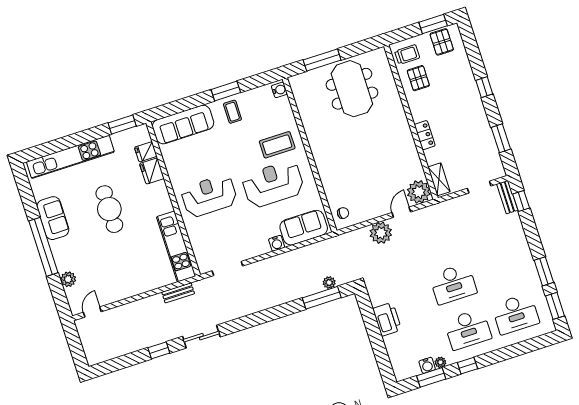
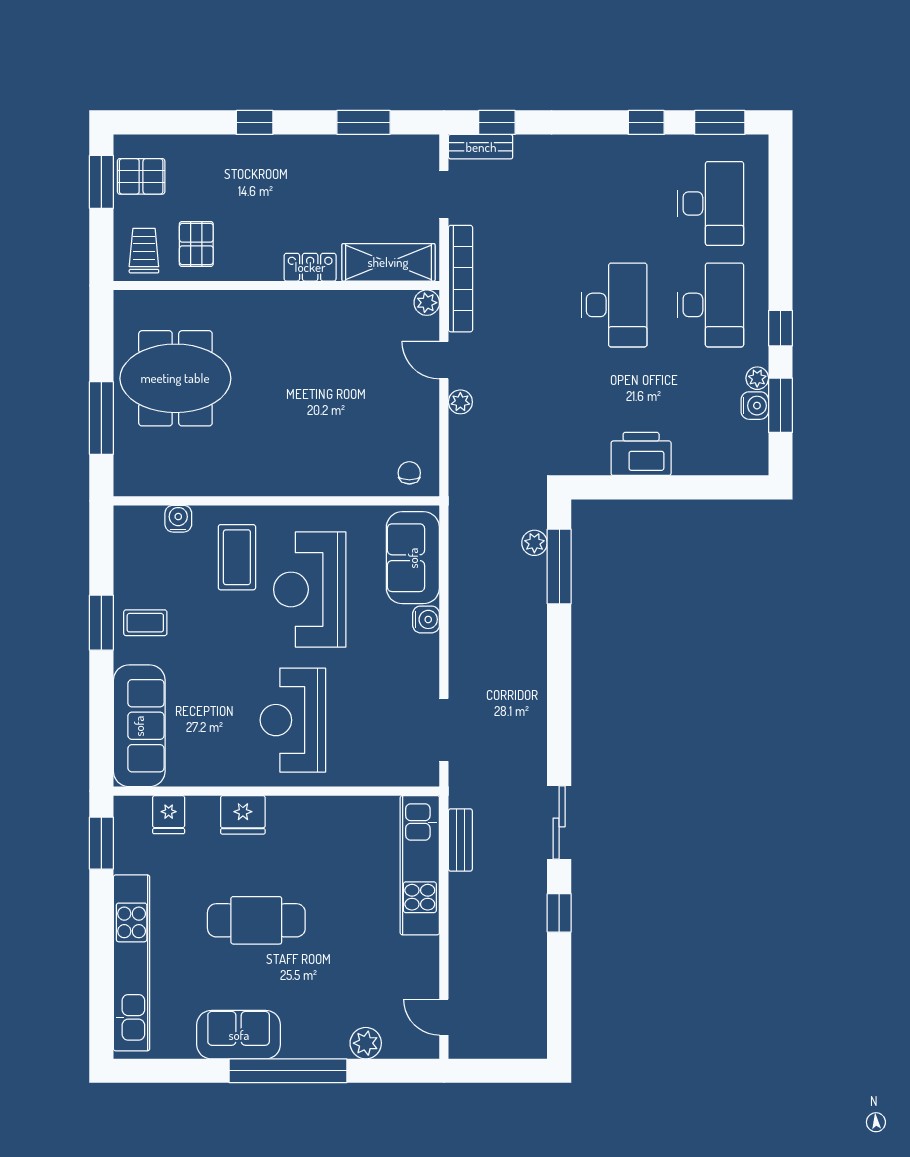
pallet: (418, 78) -> (196, 244), turned 90
water cooler: (279, 90) -> (178, 519), moved
fridge: (152, 171) -> (243, 815), moved
shelving: (439, 179) -> (388, 262), width x1.50, depth x1.33
plant: (419, 192) -> (427, 303), width x0.53, depth x0.53
bookcase: (442, 208) -> (461, 279), added
plant: (381, 233) -> (460, 402), width x0.53, depth x0.53
kitchen unit: (176, 247) -> (420, 865), moved, turned 90
window: (544, 271) -> (646, 122), width x0.67

